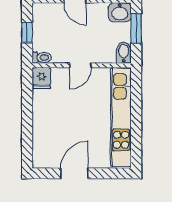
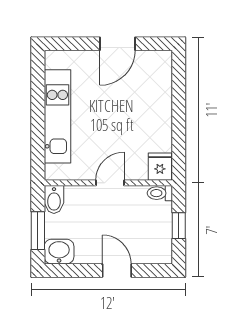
kitchen unit: (121, 117) -> (57, 116), width x0.73

